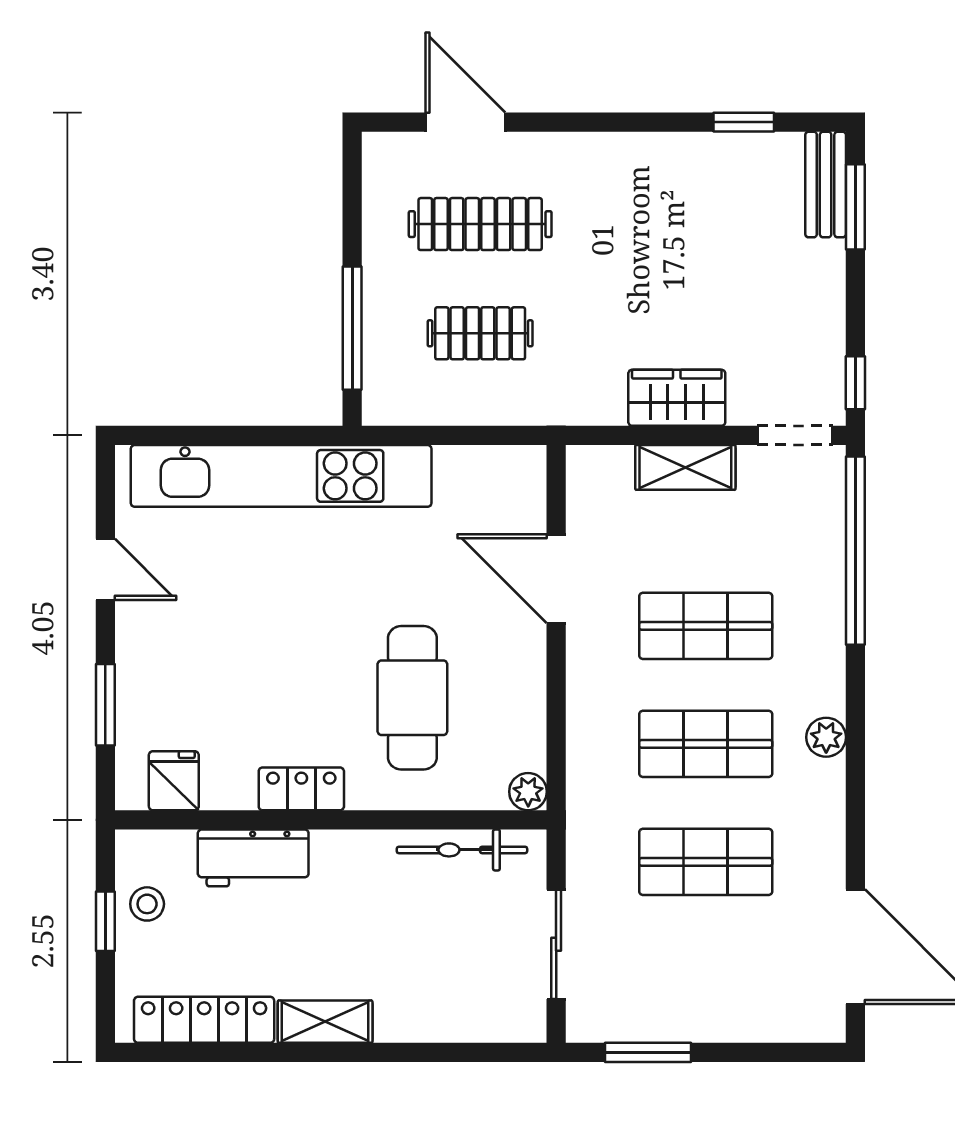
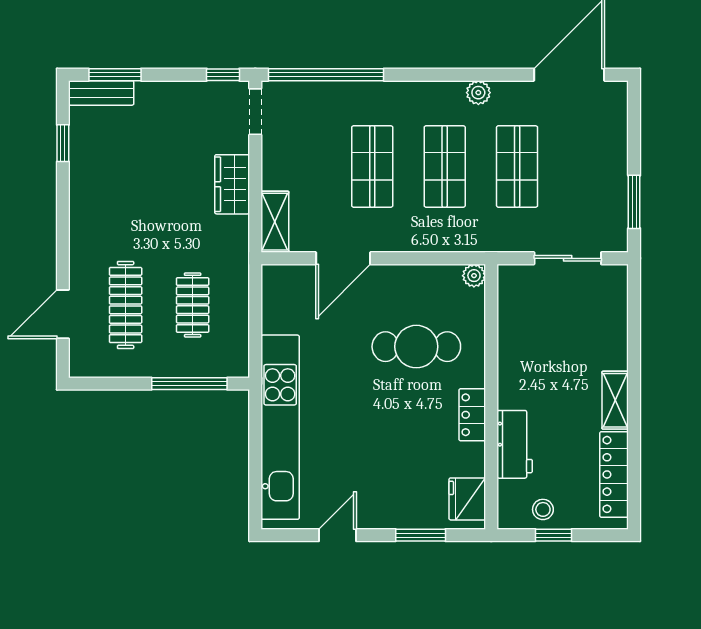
shelving: (685, 467) -> (275, 222), moved
plant: (826, 737) -> (478, 93), moved
fridge: (174, 781) -> (467, 499), width x1.38
bicycle: (462, 850) -> (510, 316), removed

